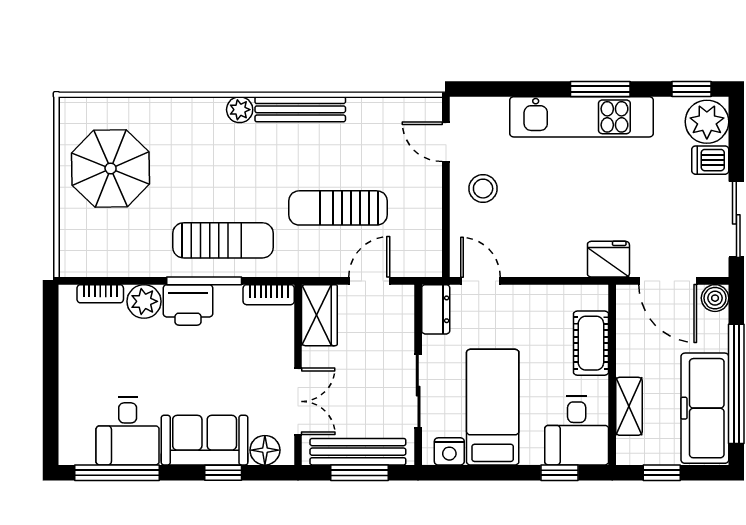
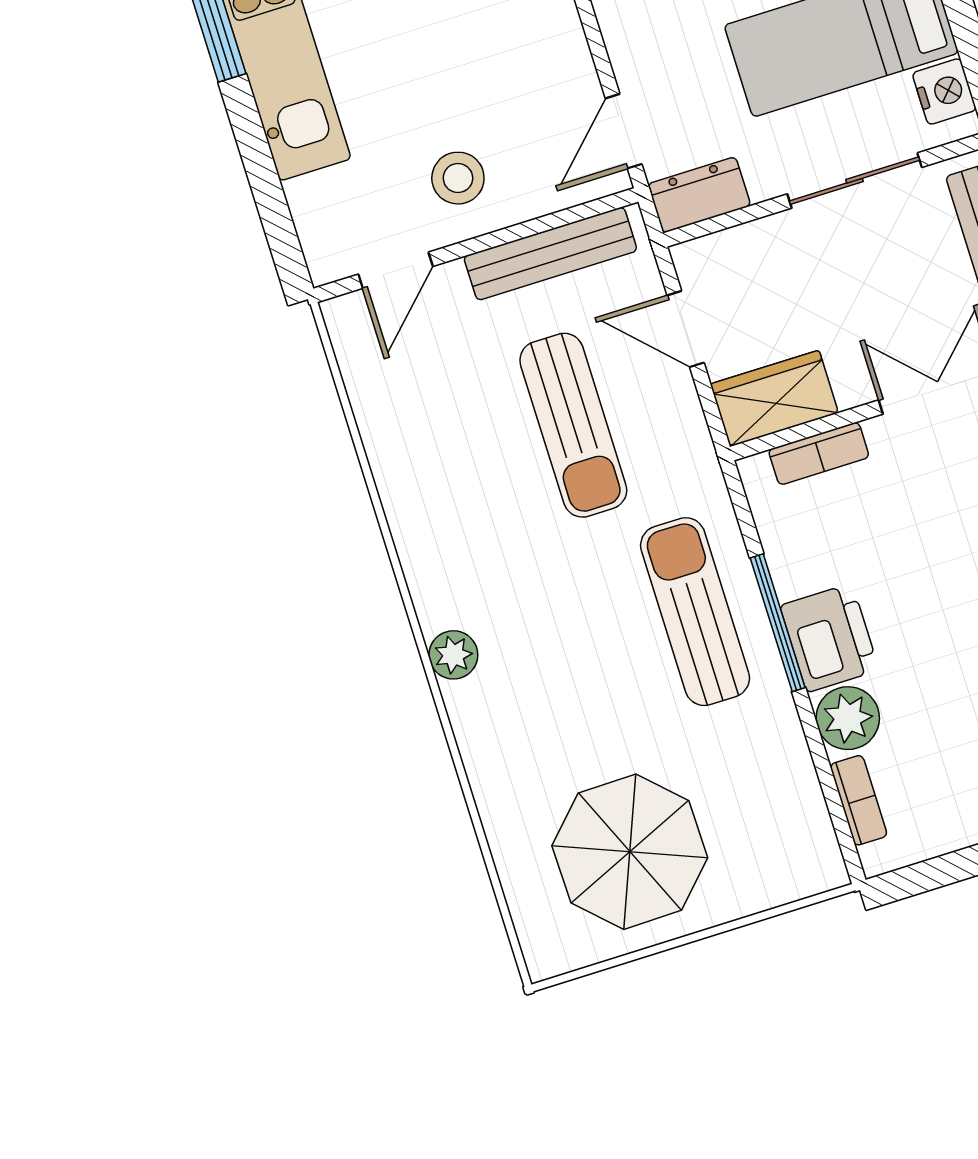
bench: (300, 109) -> (550, 254), moved, turned 90
bookcase: (269, 295) -> (819, 453), moved, turned 90

